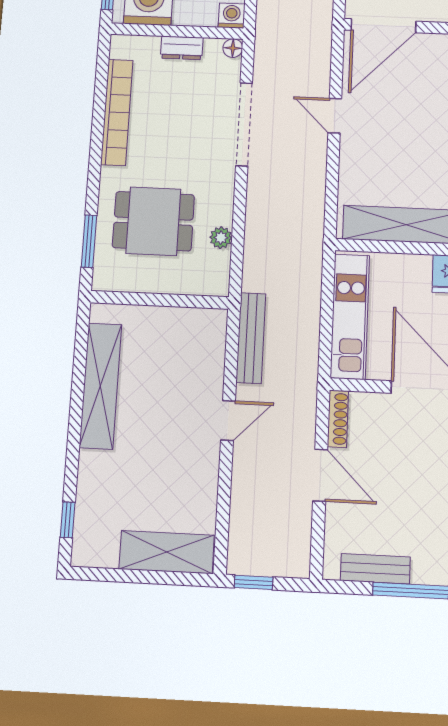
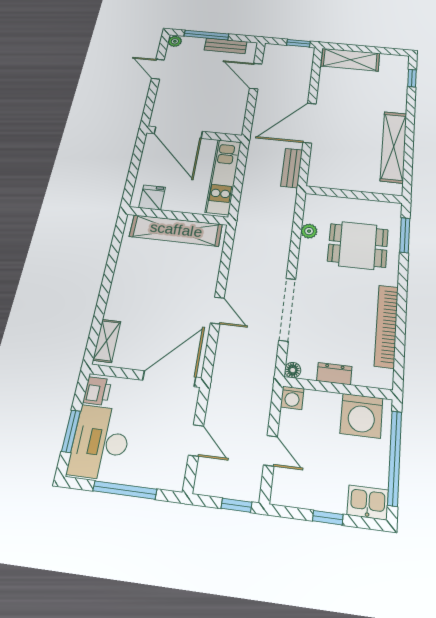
bench: (251, 338) -> (292, 168), width x0.73
shoe rack: (338, 419) -> (239, 120), removed
door: (228, 421) -> (310, 123), width x1.87
door: (320, 475) -> (256, 76), moved

